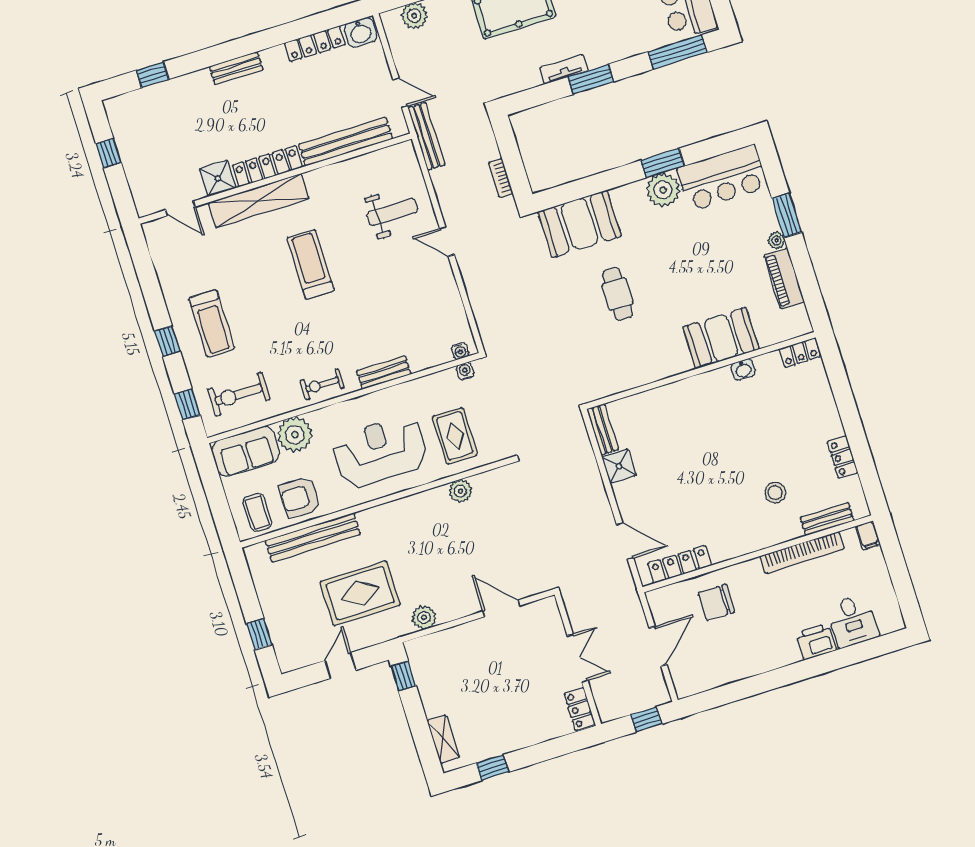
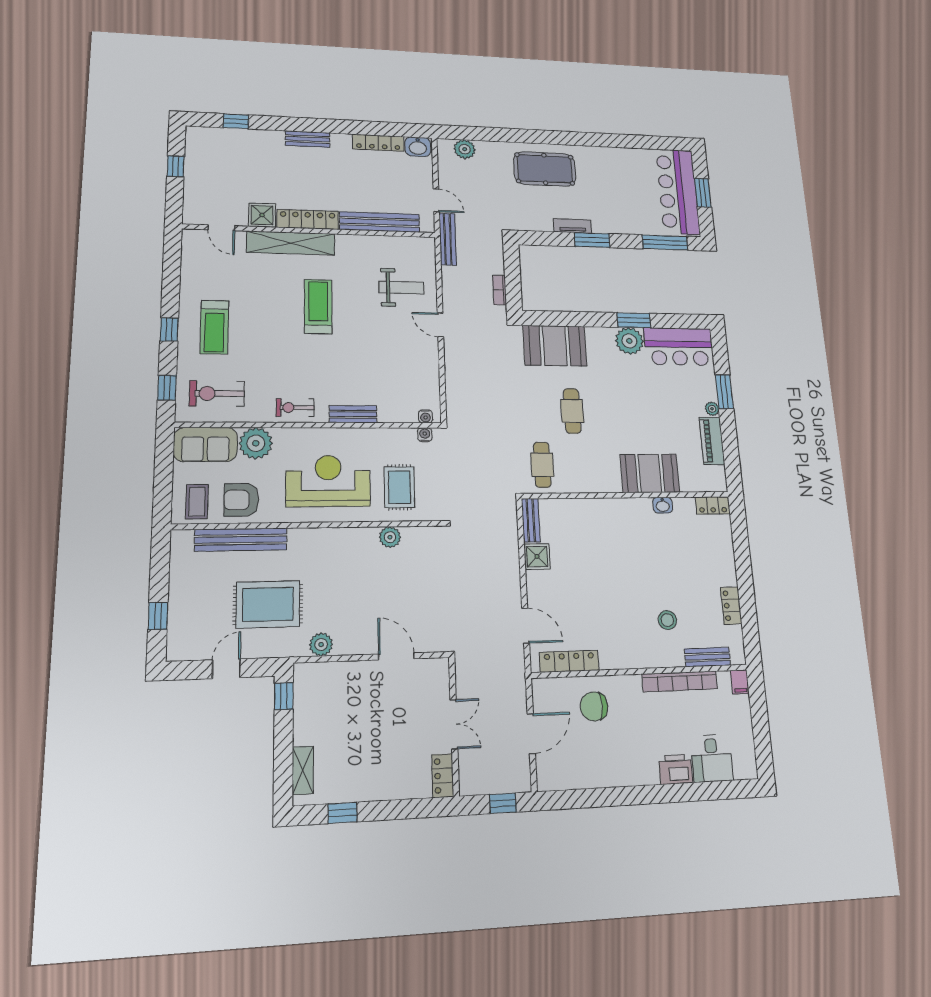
cafe table: (600, 365) -> (542, 465), added

